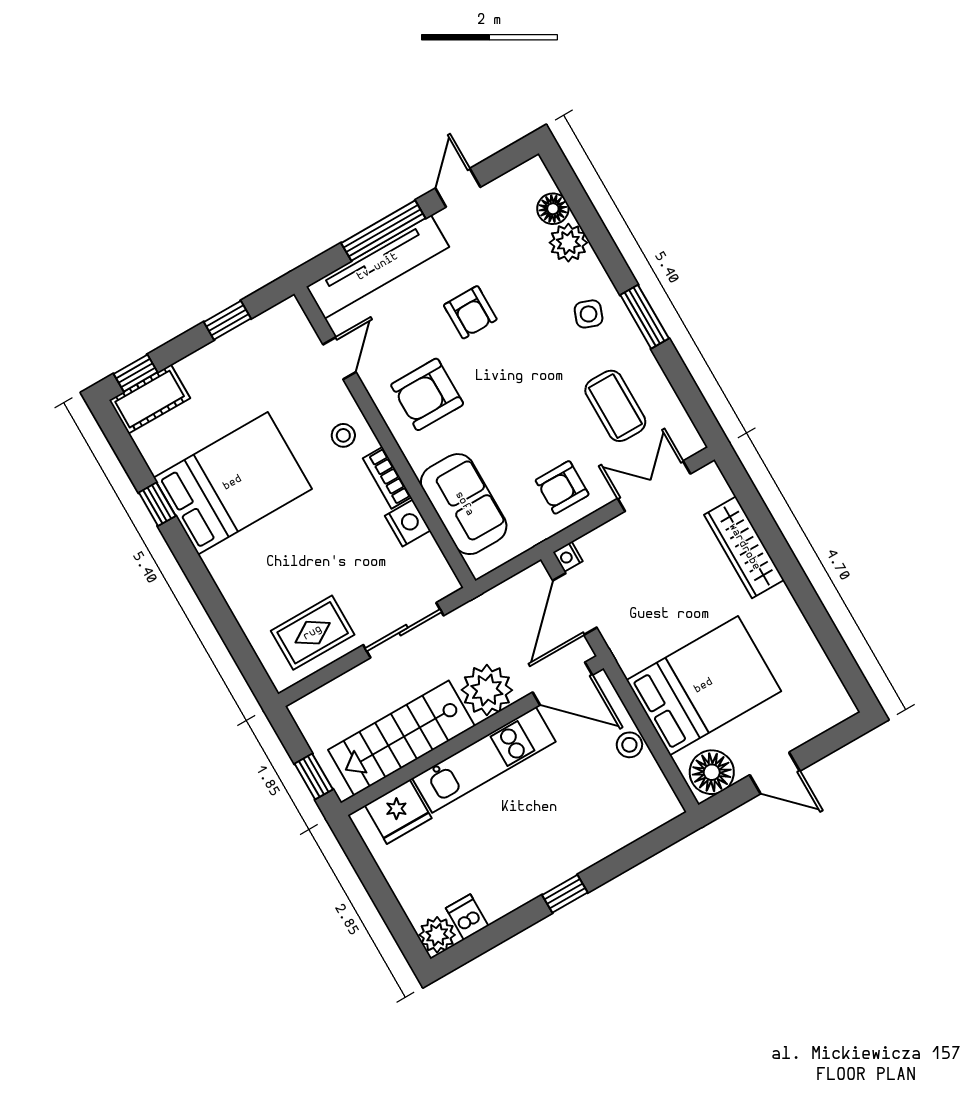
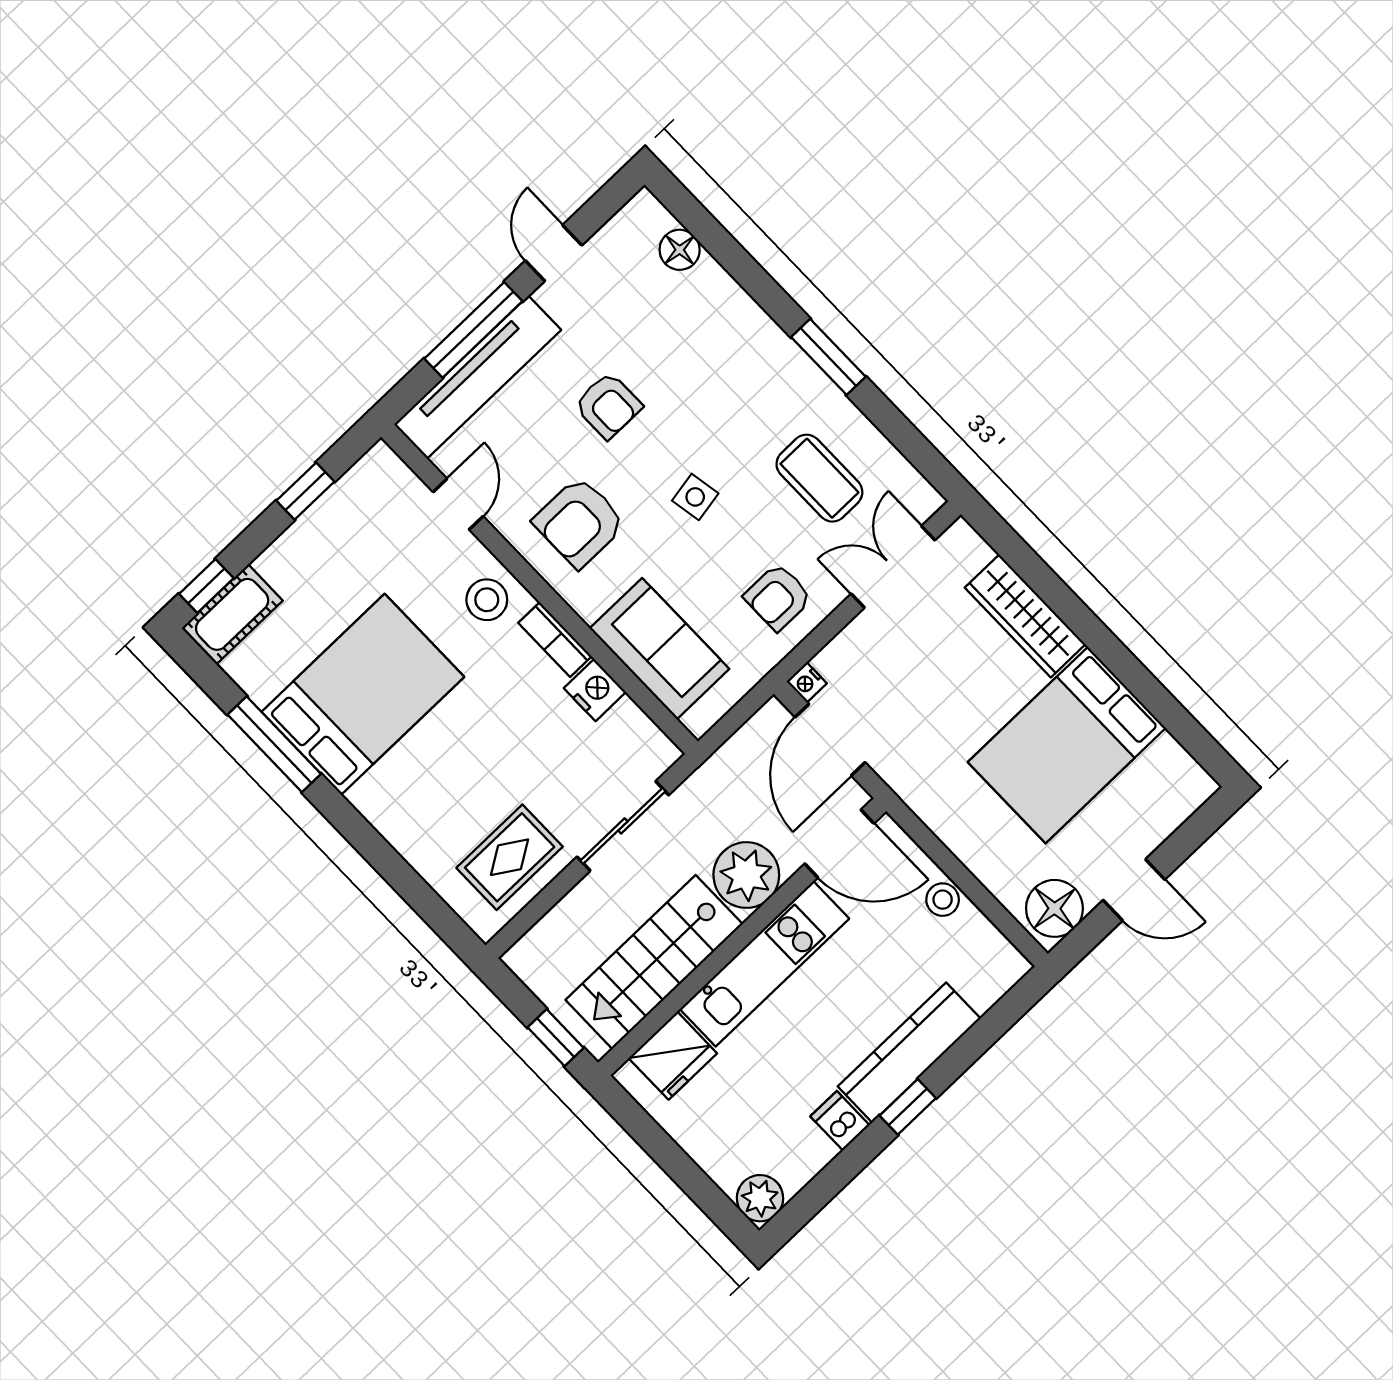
plant: (568, 243) -> (710, 288), removed
side table: (589, 314) -> (695, 497), moved, turned -30
stool: (343, 435) -> (487, 600), width x1.37, depth x1.37
window: (157, 504) -> (274, 744), width x2.17
bed: (704, 686) -> (1067, 745), moved, turned 180
kitchen counter: (576, 853) -> (909, 1052), added
dishwasher: (467, 917) -> (840, 1121), moved

